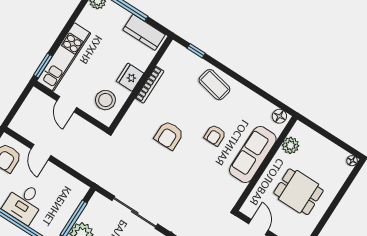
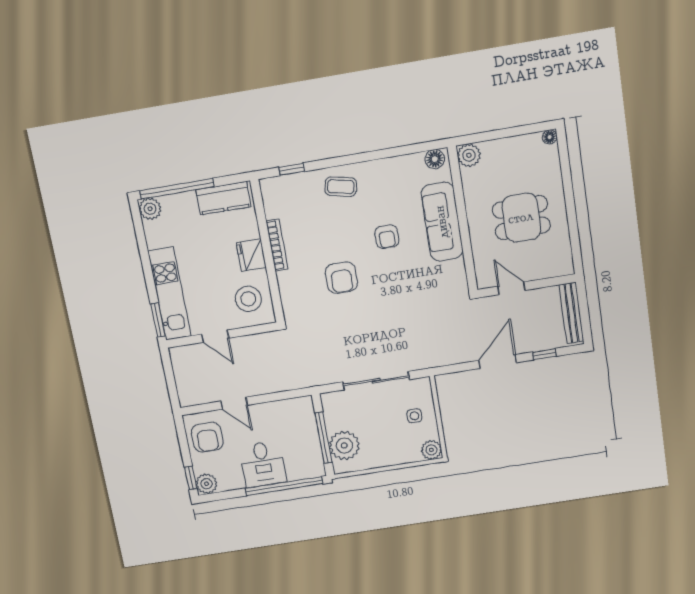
coffee table: (214, 85) -> (341, 187), width x0.73, depth x0.77
plant: (291, 145) -> (469, 155), moved

